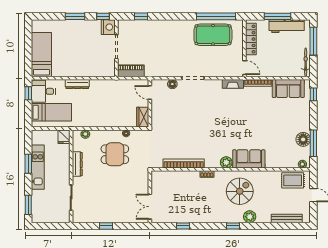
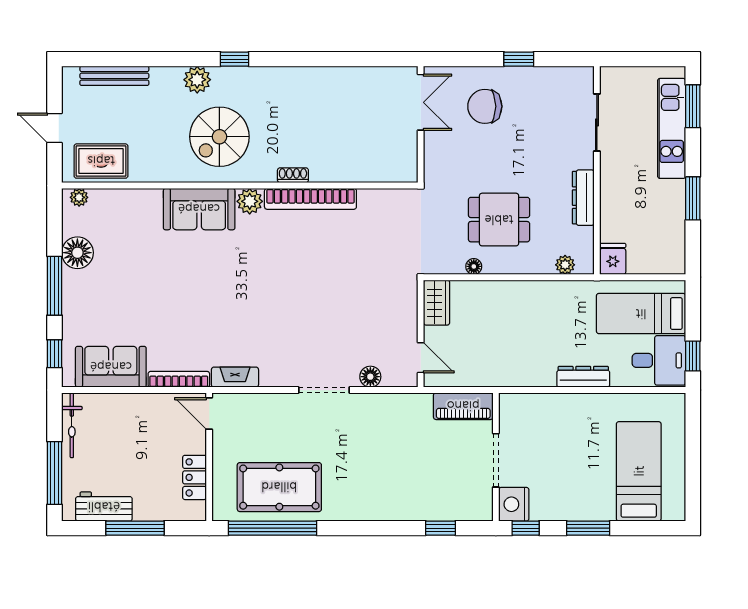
workbench: (287, 26) -> (104, 507), width x0.73
locker: (251, 39) -> (195, 477), width x0.66
bed: (41, 55) -> (639, 471), moved, turned 180
window: (313, 143) -> (55, 286), moved
bookcase: (184, 164) -> (310, 199), moved
kitchen unit: (38, 167) -> (672, 128), moved
chair: (121, 205) -> (485, 106), added
window: (183, 226) -> (346, 59), removed

